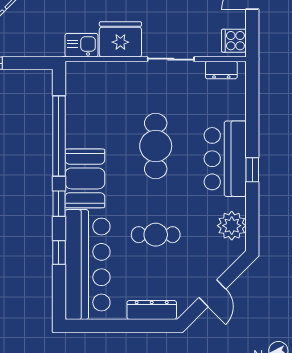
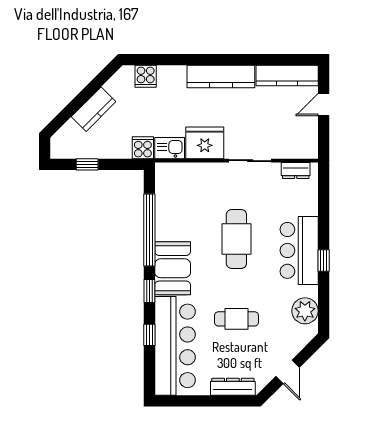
cooker: (234, 41) -> (143, 148), moved, turned 90

